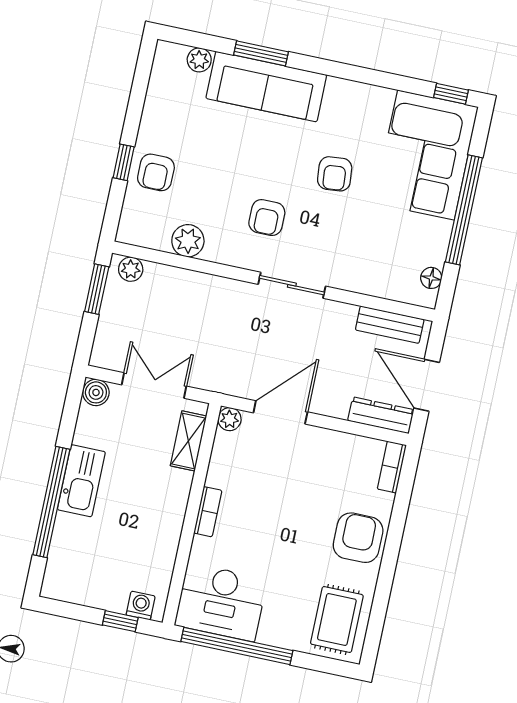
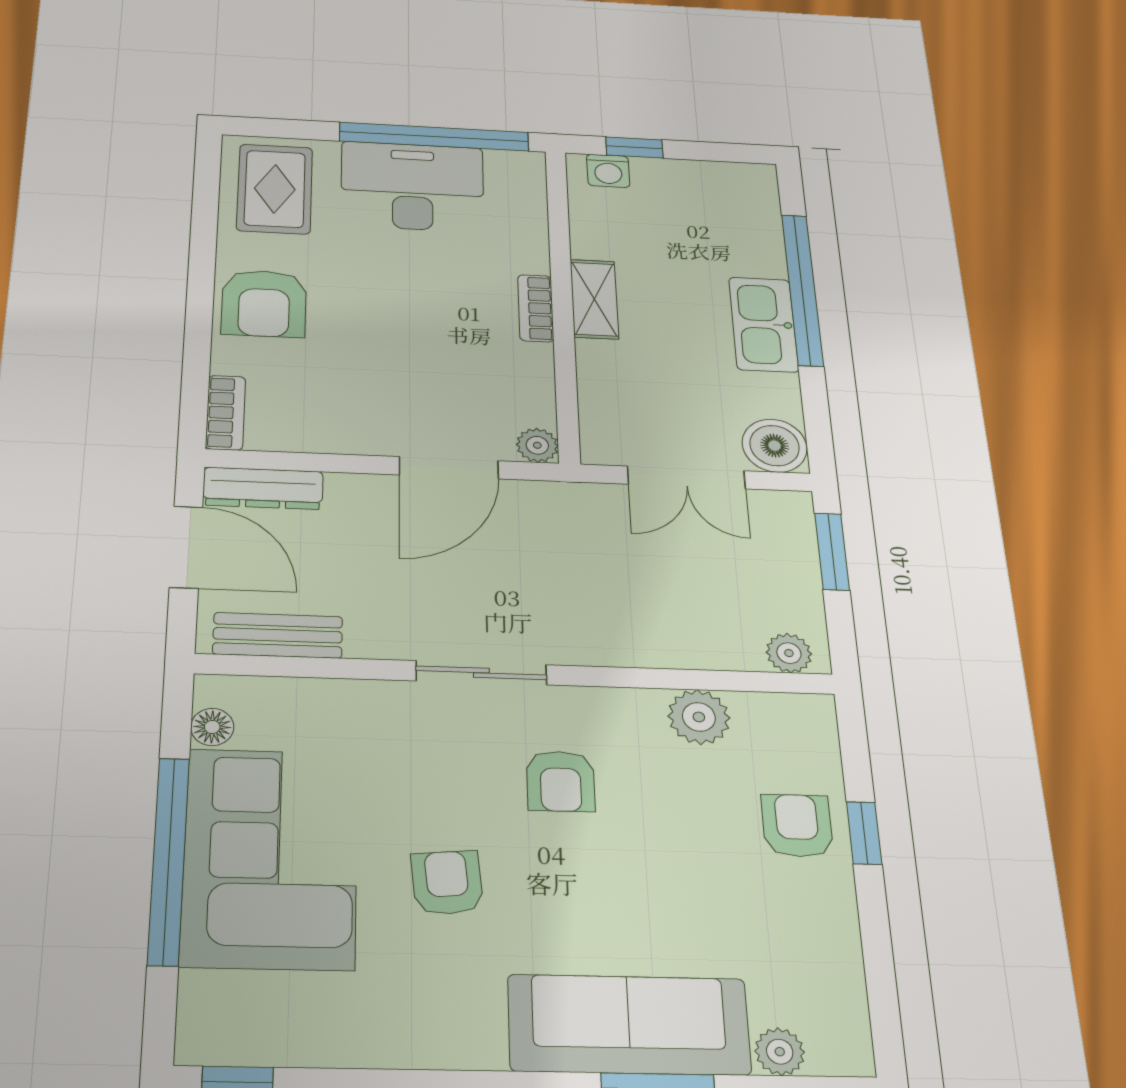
corner sofa: (426, 155) -> (270, 858), moved
armchair: (267, 218) -> (561, 781), turned 180
window: (97, 289) -> (832, 552), moved
boiler: (96, 392) -> (775, 446), width x1.36, depth x1.36
shelving: (188, 441) -> (594, 299), moved
desk: (221, 602) -> (412, 186), moved

